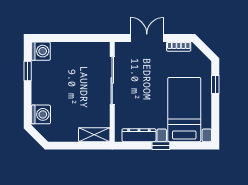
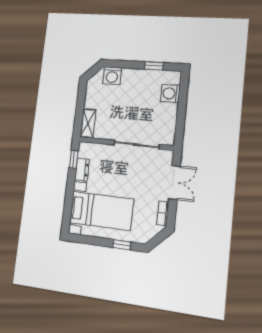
washing machine: (41, 51) -> (170, 93), moved, turned 90
dresser: (139, 135) -> (82, 170), width x0.70
window: (161, 146) -> (74, 159), moved

